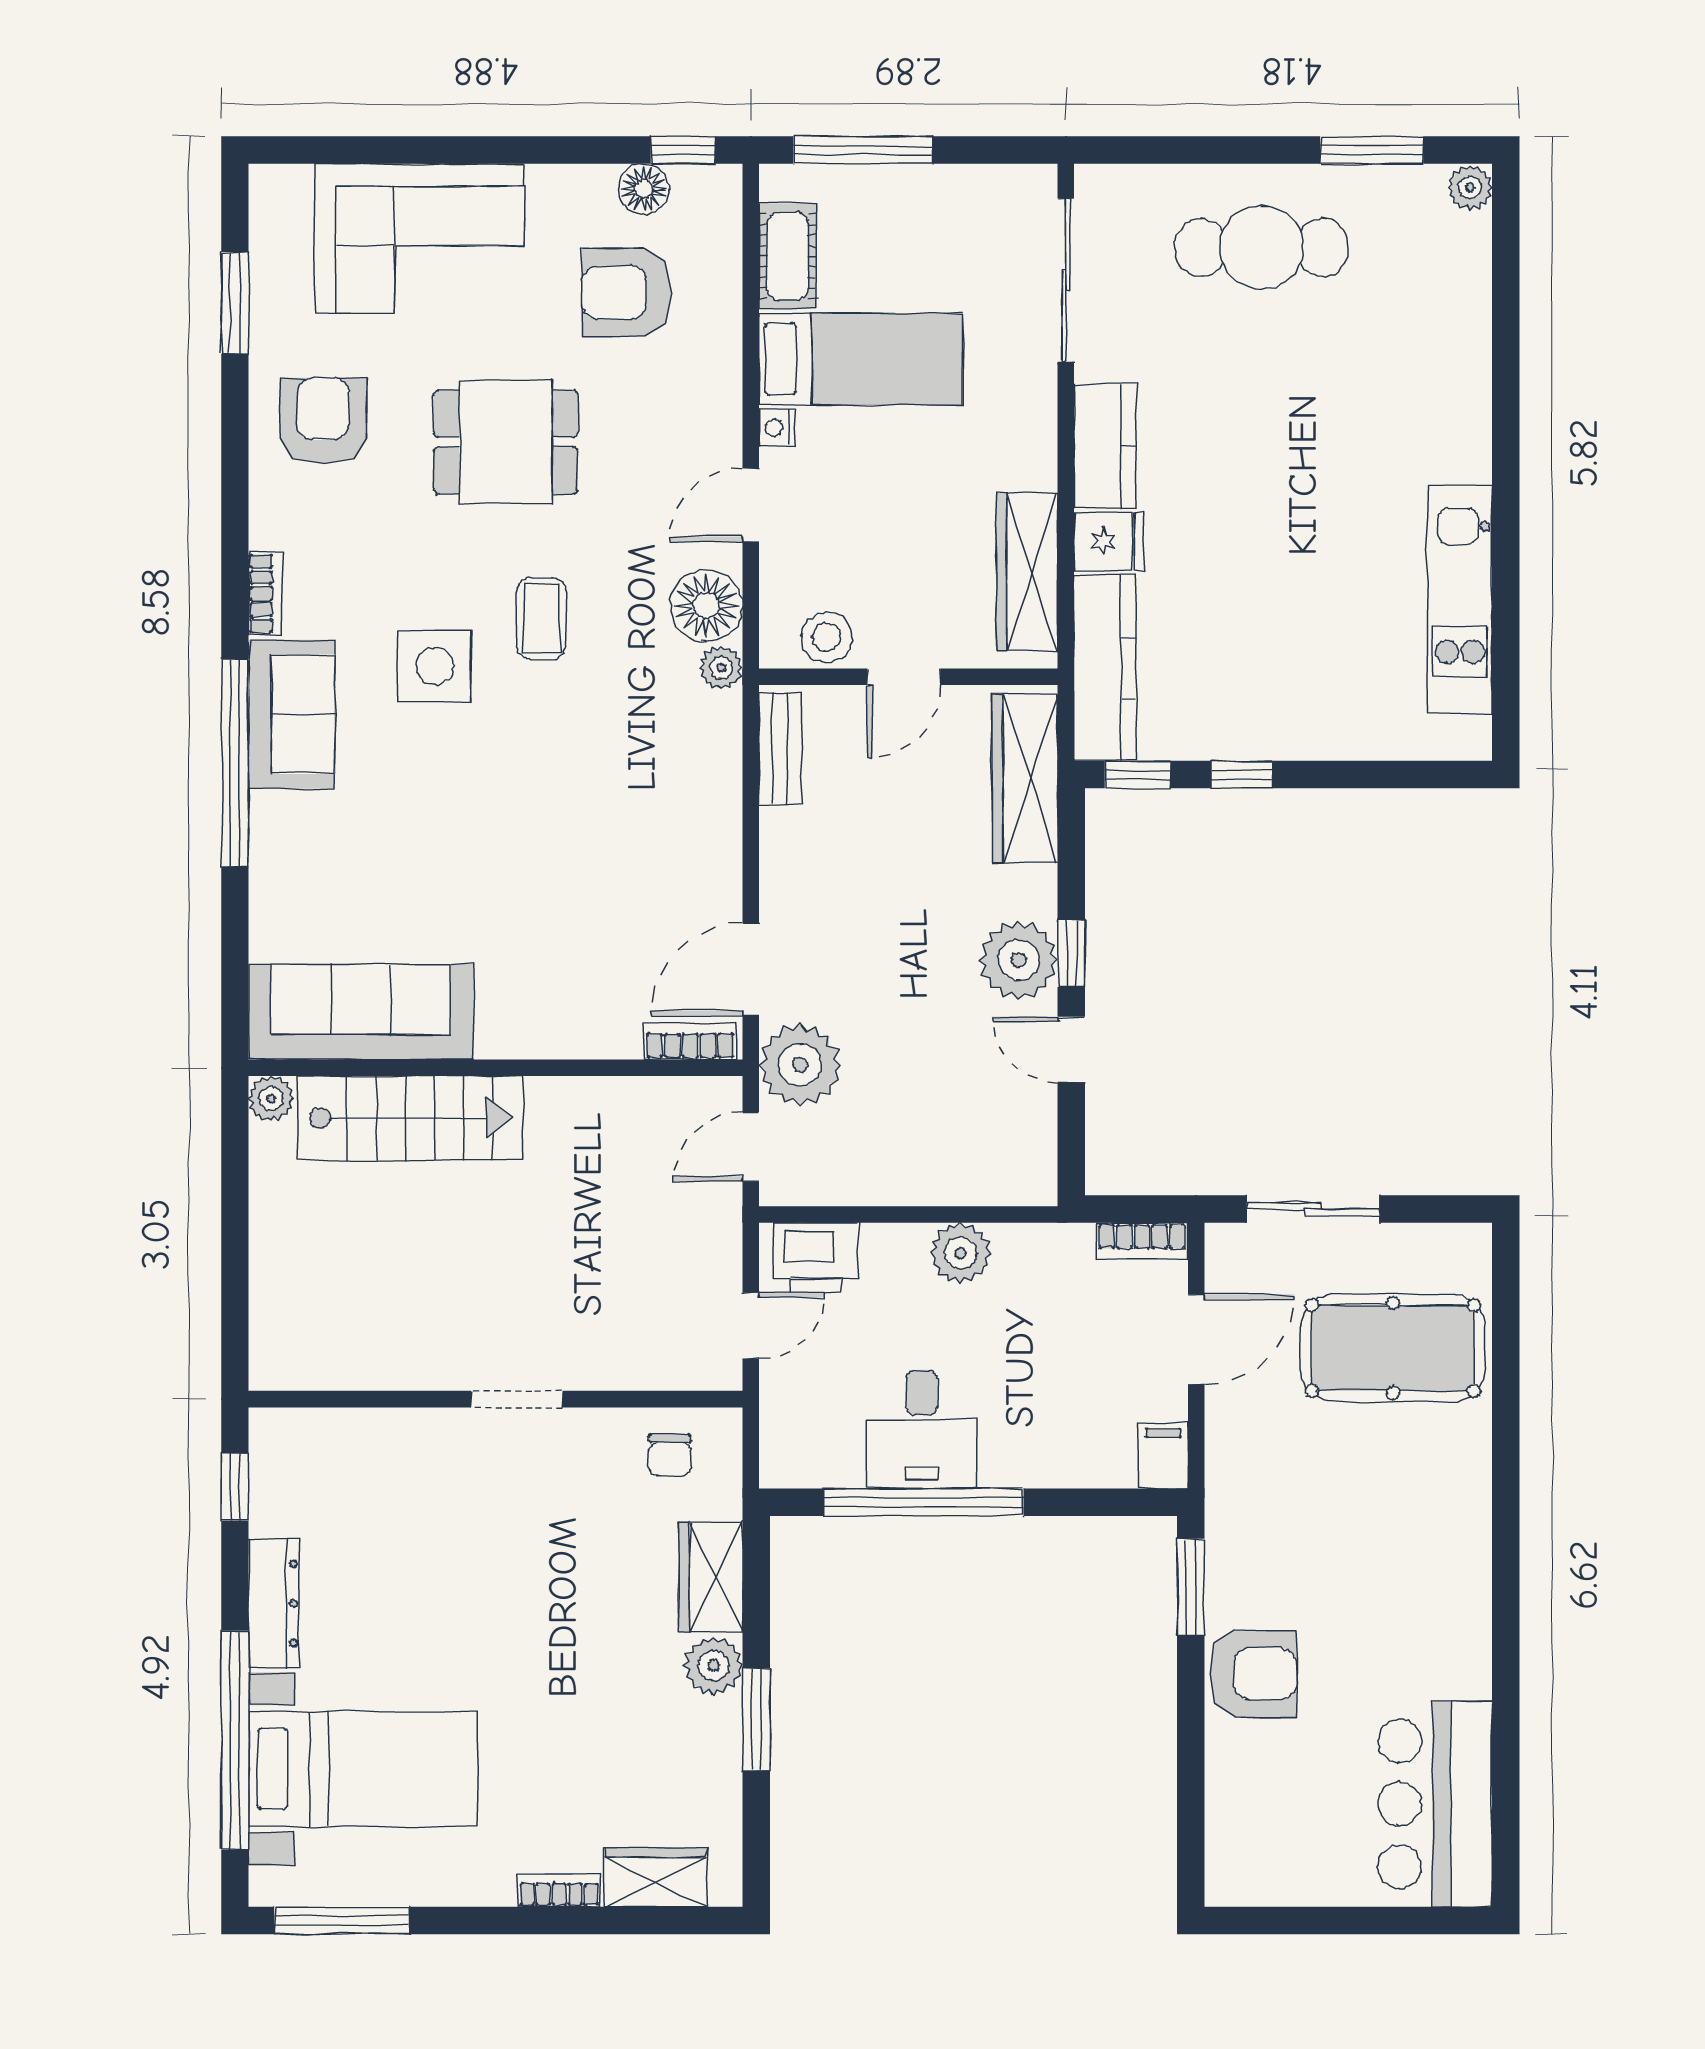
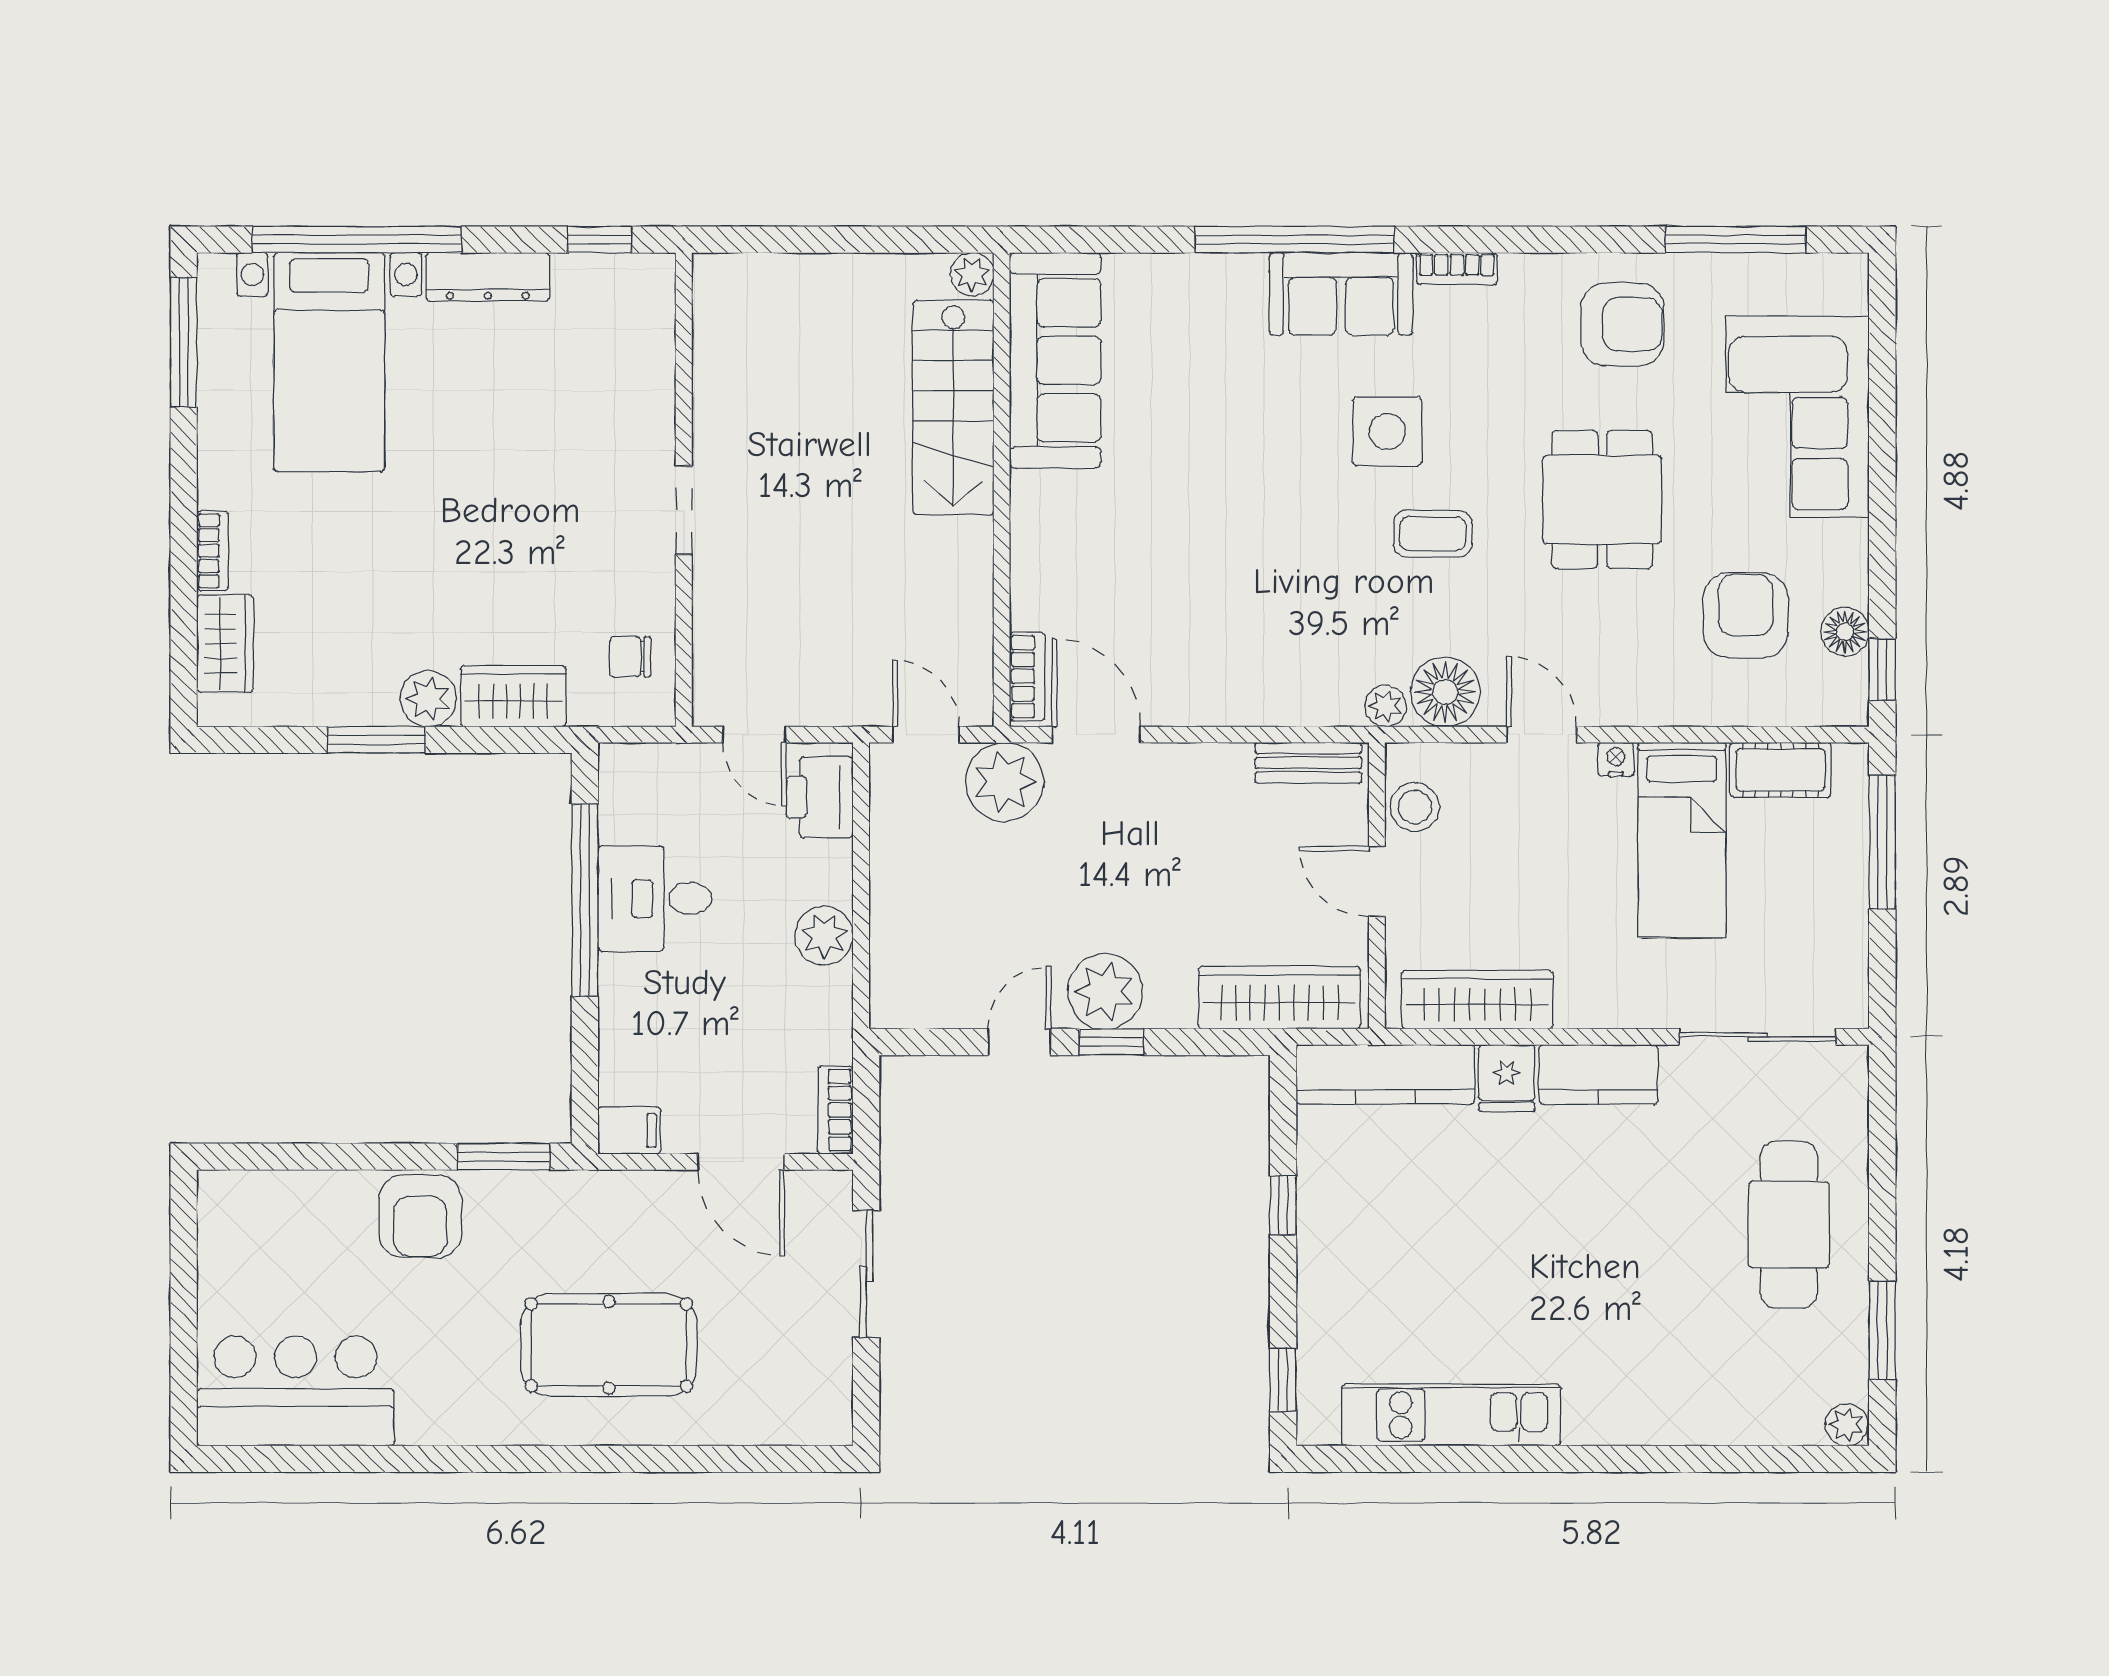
window: (235, 303) -> (1736, 240), width x1.44
window: (1138, 775) -> (1283, 1380), moved
pool table: (1393, 1348) -> (609, 1345), moved, turned 90

